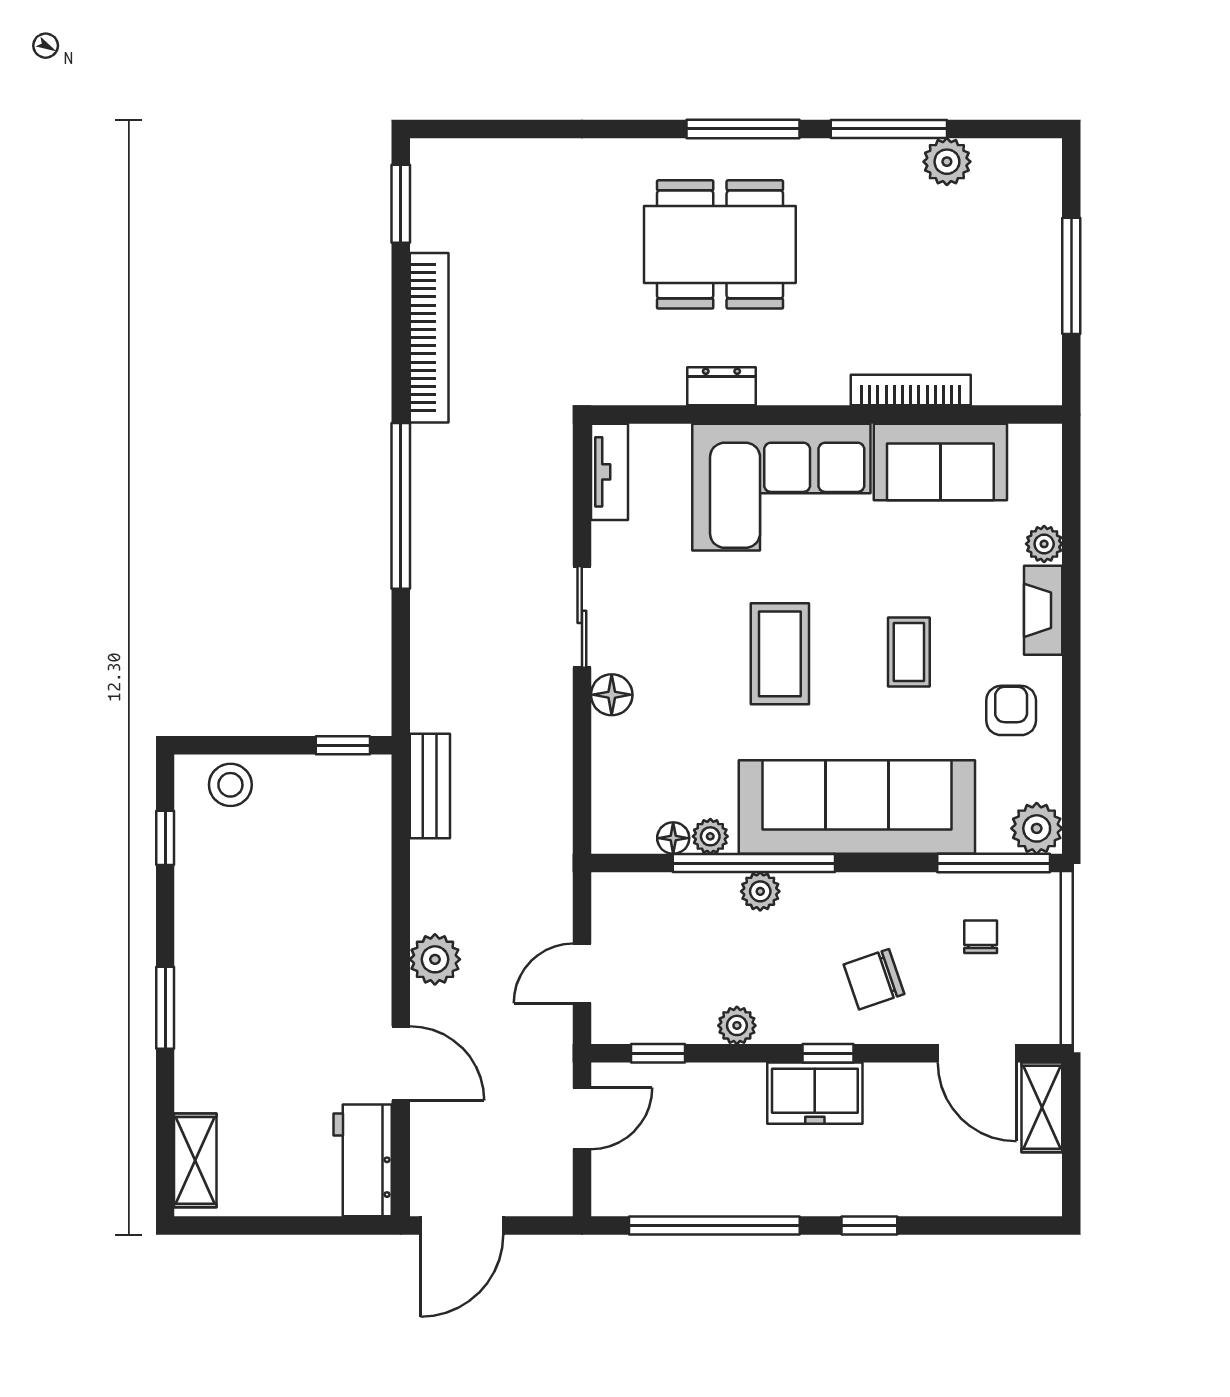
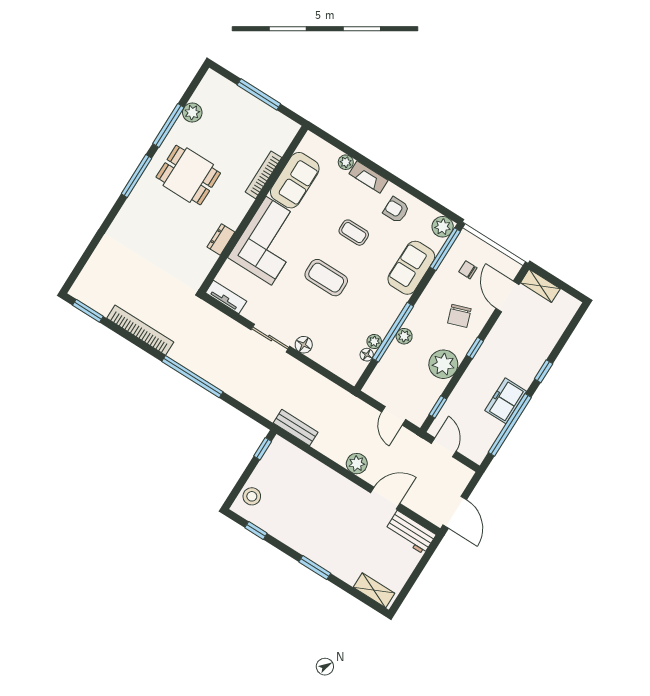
dining table: (720, 244) -> (188, 175), moved, width x0.73
sofa: (857, 807) -> (411, 268), width x0.54, depth x0.79
plant: (737, 1025) -> (443, 364), width x1.88, depth x1.88
door: (977, 1053) -> (507, 296), swing flipped
freezer: (815, 1093) -> (506, 401), moved, turned 180

